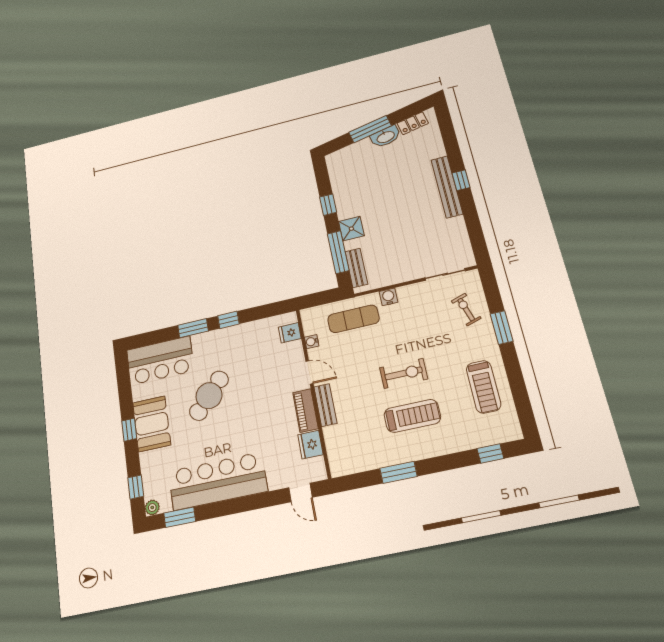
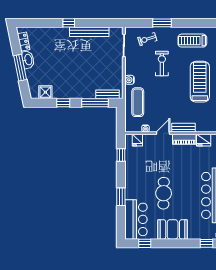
bench: (447, 187) -> (89, 32), moved
shower: (351, 229) -> (45, 92), moved
window: (228, 320) -> (121, 155), moved
exercise bike: (404, 373) -> (162, 63), moved
treadmill: (483, 387) -> (192, 41), turned 180
cafe table: (209, 396) -> (164, 193), turned 48
treadmill: (412, 416) -> (200, 82), width x1.37, depth x1.38
window: (129, 430) -> (145, 243), moved

